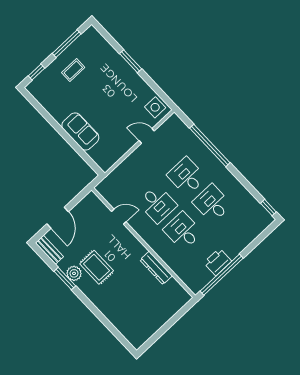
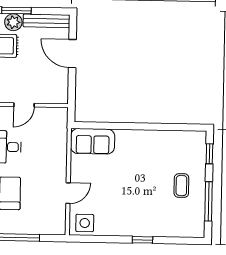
window: (131, 61) -> (142, 240), width x0.67
sofa: (80, 131) -> (93, 141), moved
bench: (49, 250) -> (46, 21), width x1.36

